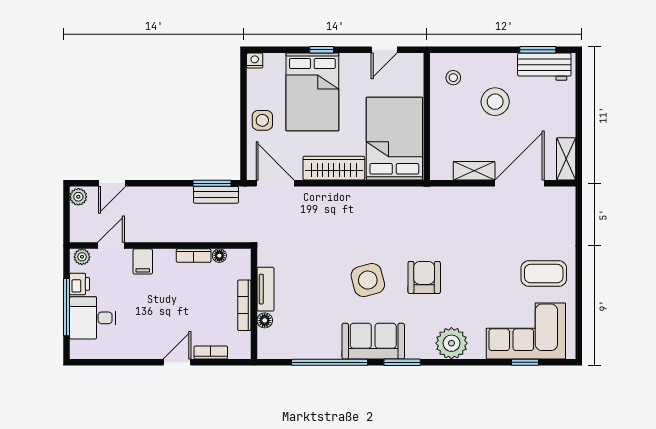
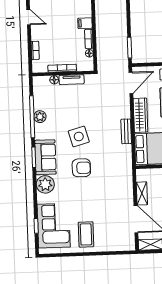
bench: (216, 195) -> (126, 131), moved
filing cabinet: (143, 261) -> (85, 23), moved
sofa: (373, 341) -> (45, 157), moved
plant: (330, 348) -> (40, 117), added
door: (177, 362) -> (29, 17), moved

